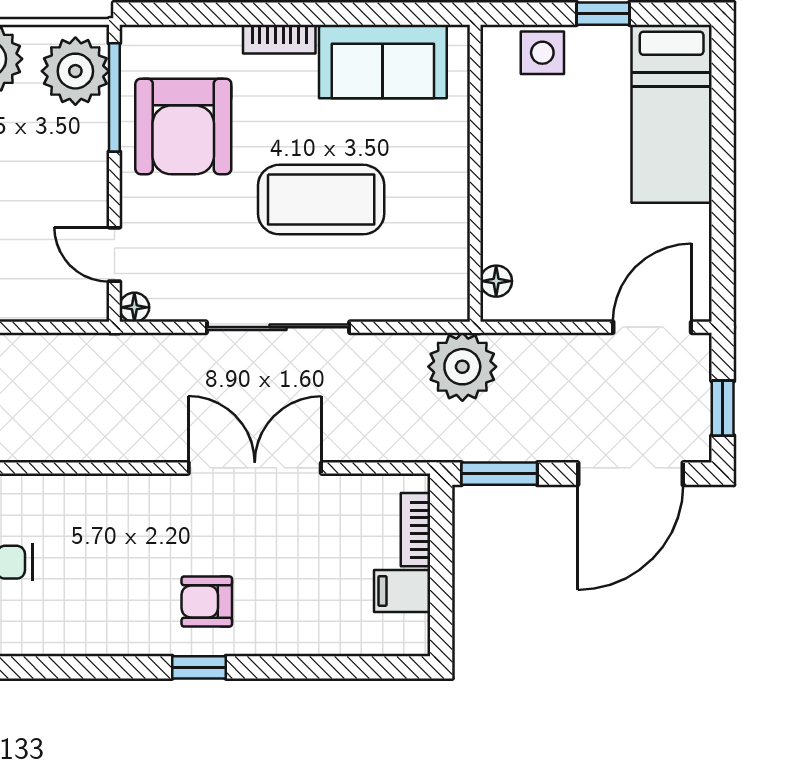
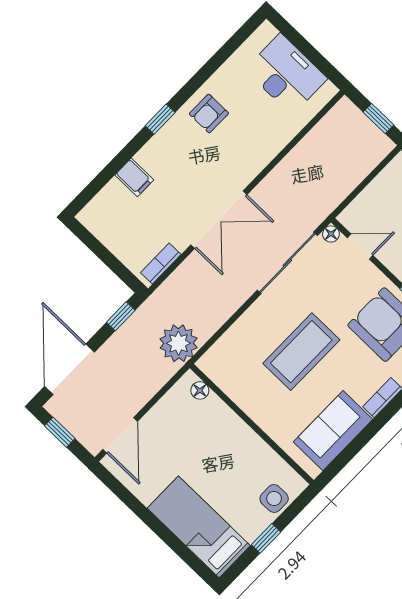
sliding door: (278, 327) -> (287, 263), moved
window: (499, 474) -> (121, 316), width x0.67
bookcase: (416, 530) -> (161, 263), moved, turned -90
filing cabinet: (402, 591) -> (134, 177), moved, turned 90
armchair: (207, 601) -> (209, 114), moved, turned 180

